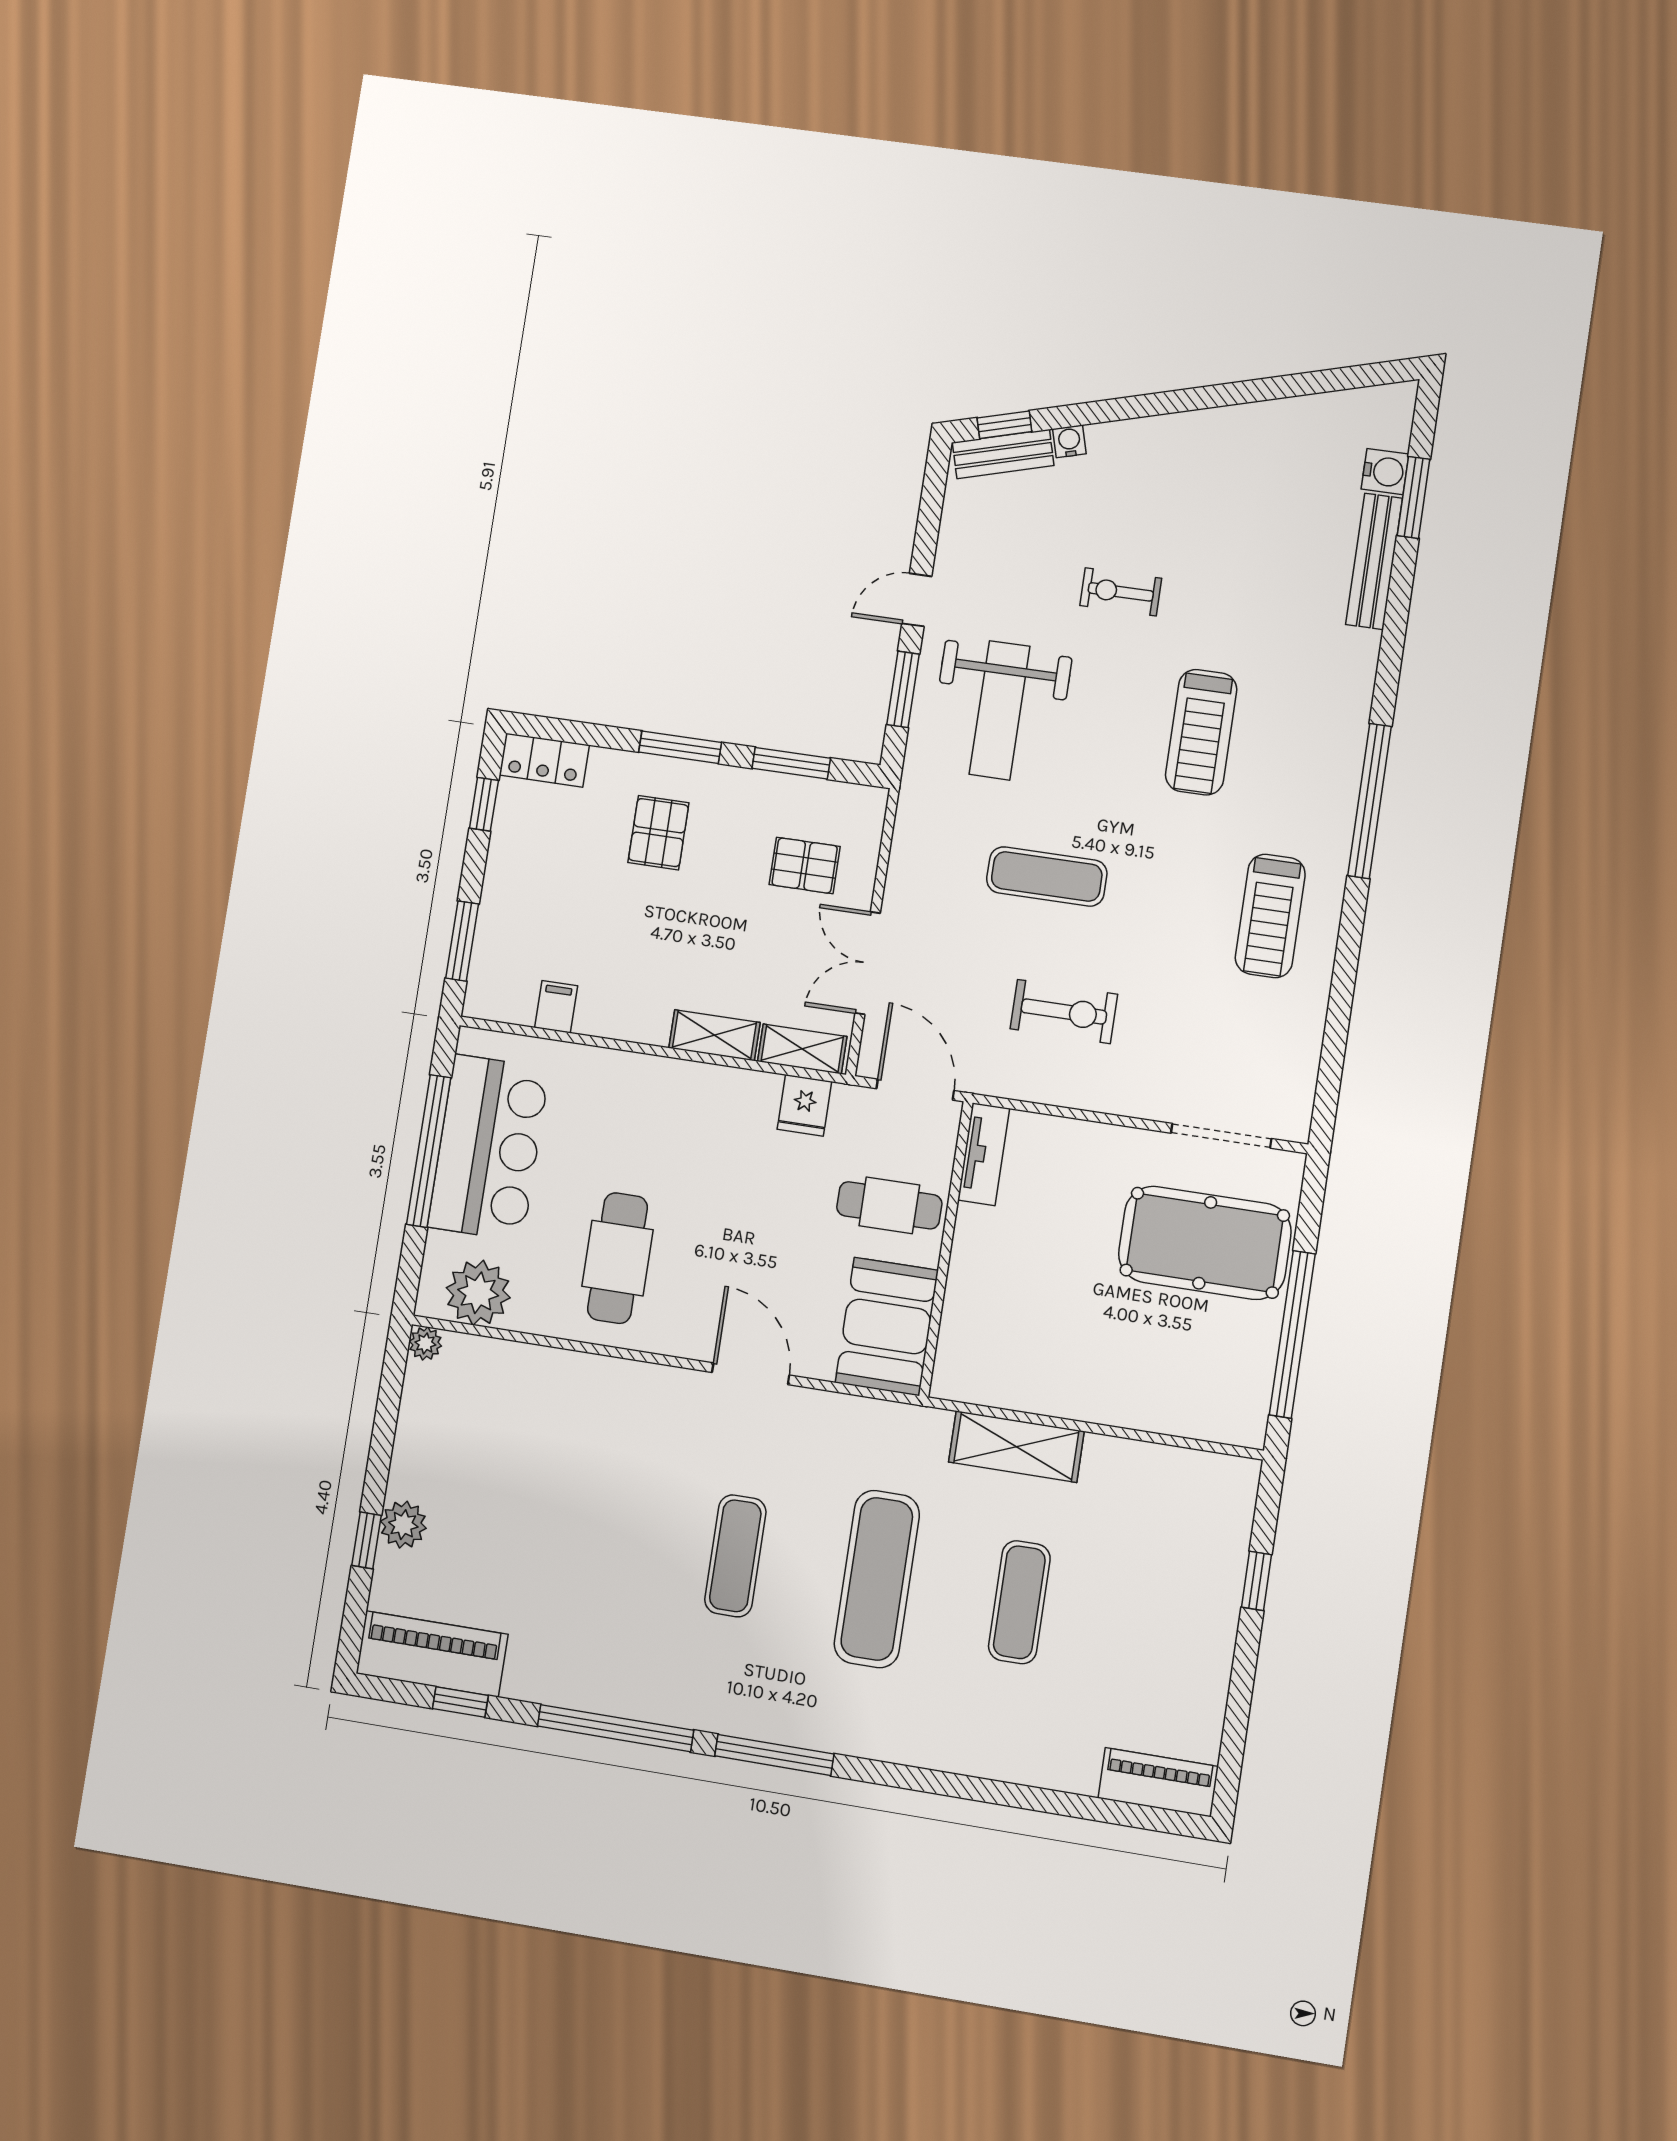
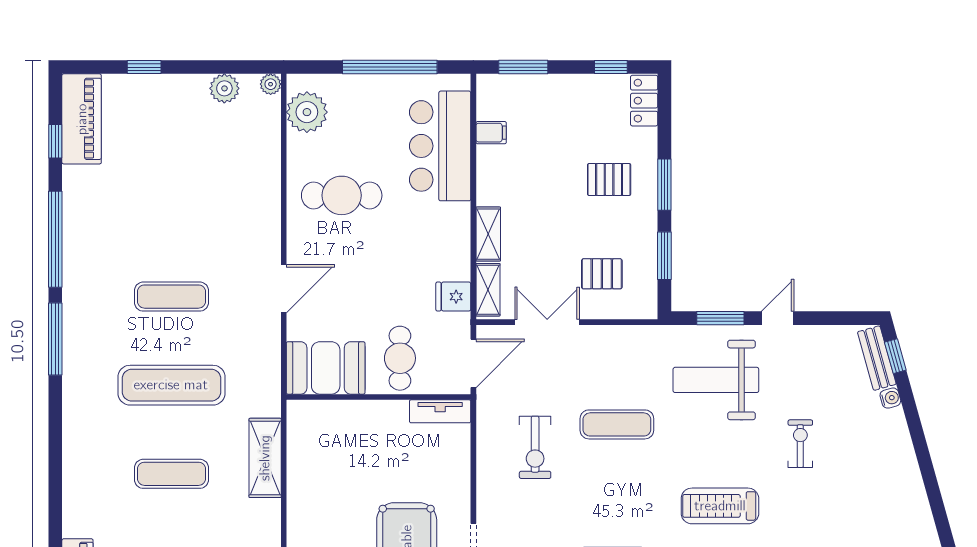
door: (917, 600) -> (778, 318), hinge flipped
pallet: (805, 865) -> (602, 274), turned 90
exercise mat: (1047, 876) -> (617, 424), turned 90
bar counter: (489, 1148) -> (440, 146), moved, turned 90
plant: (403, 1525) -> (224, 88), moved

